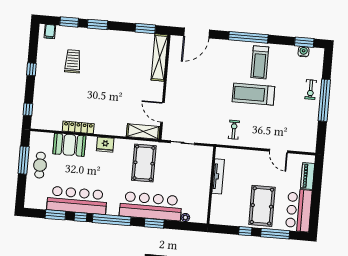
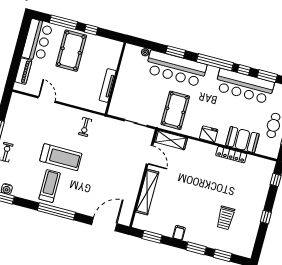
filing cabinet: (50, 32) -> (179, 233), moved
shelving: (159, 57) -> (147, 192), moved

